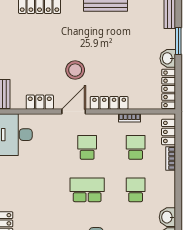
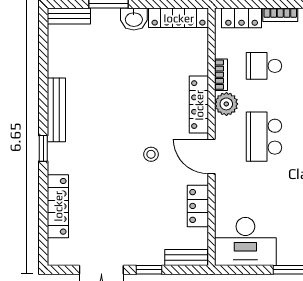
stool: (75, 70) -> (151, 154), width x0.53, depth x0.53
plant: (110, 122) -> (226, 104), added
school desk: (87, 147) -> (264, 137), width x1.85

